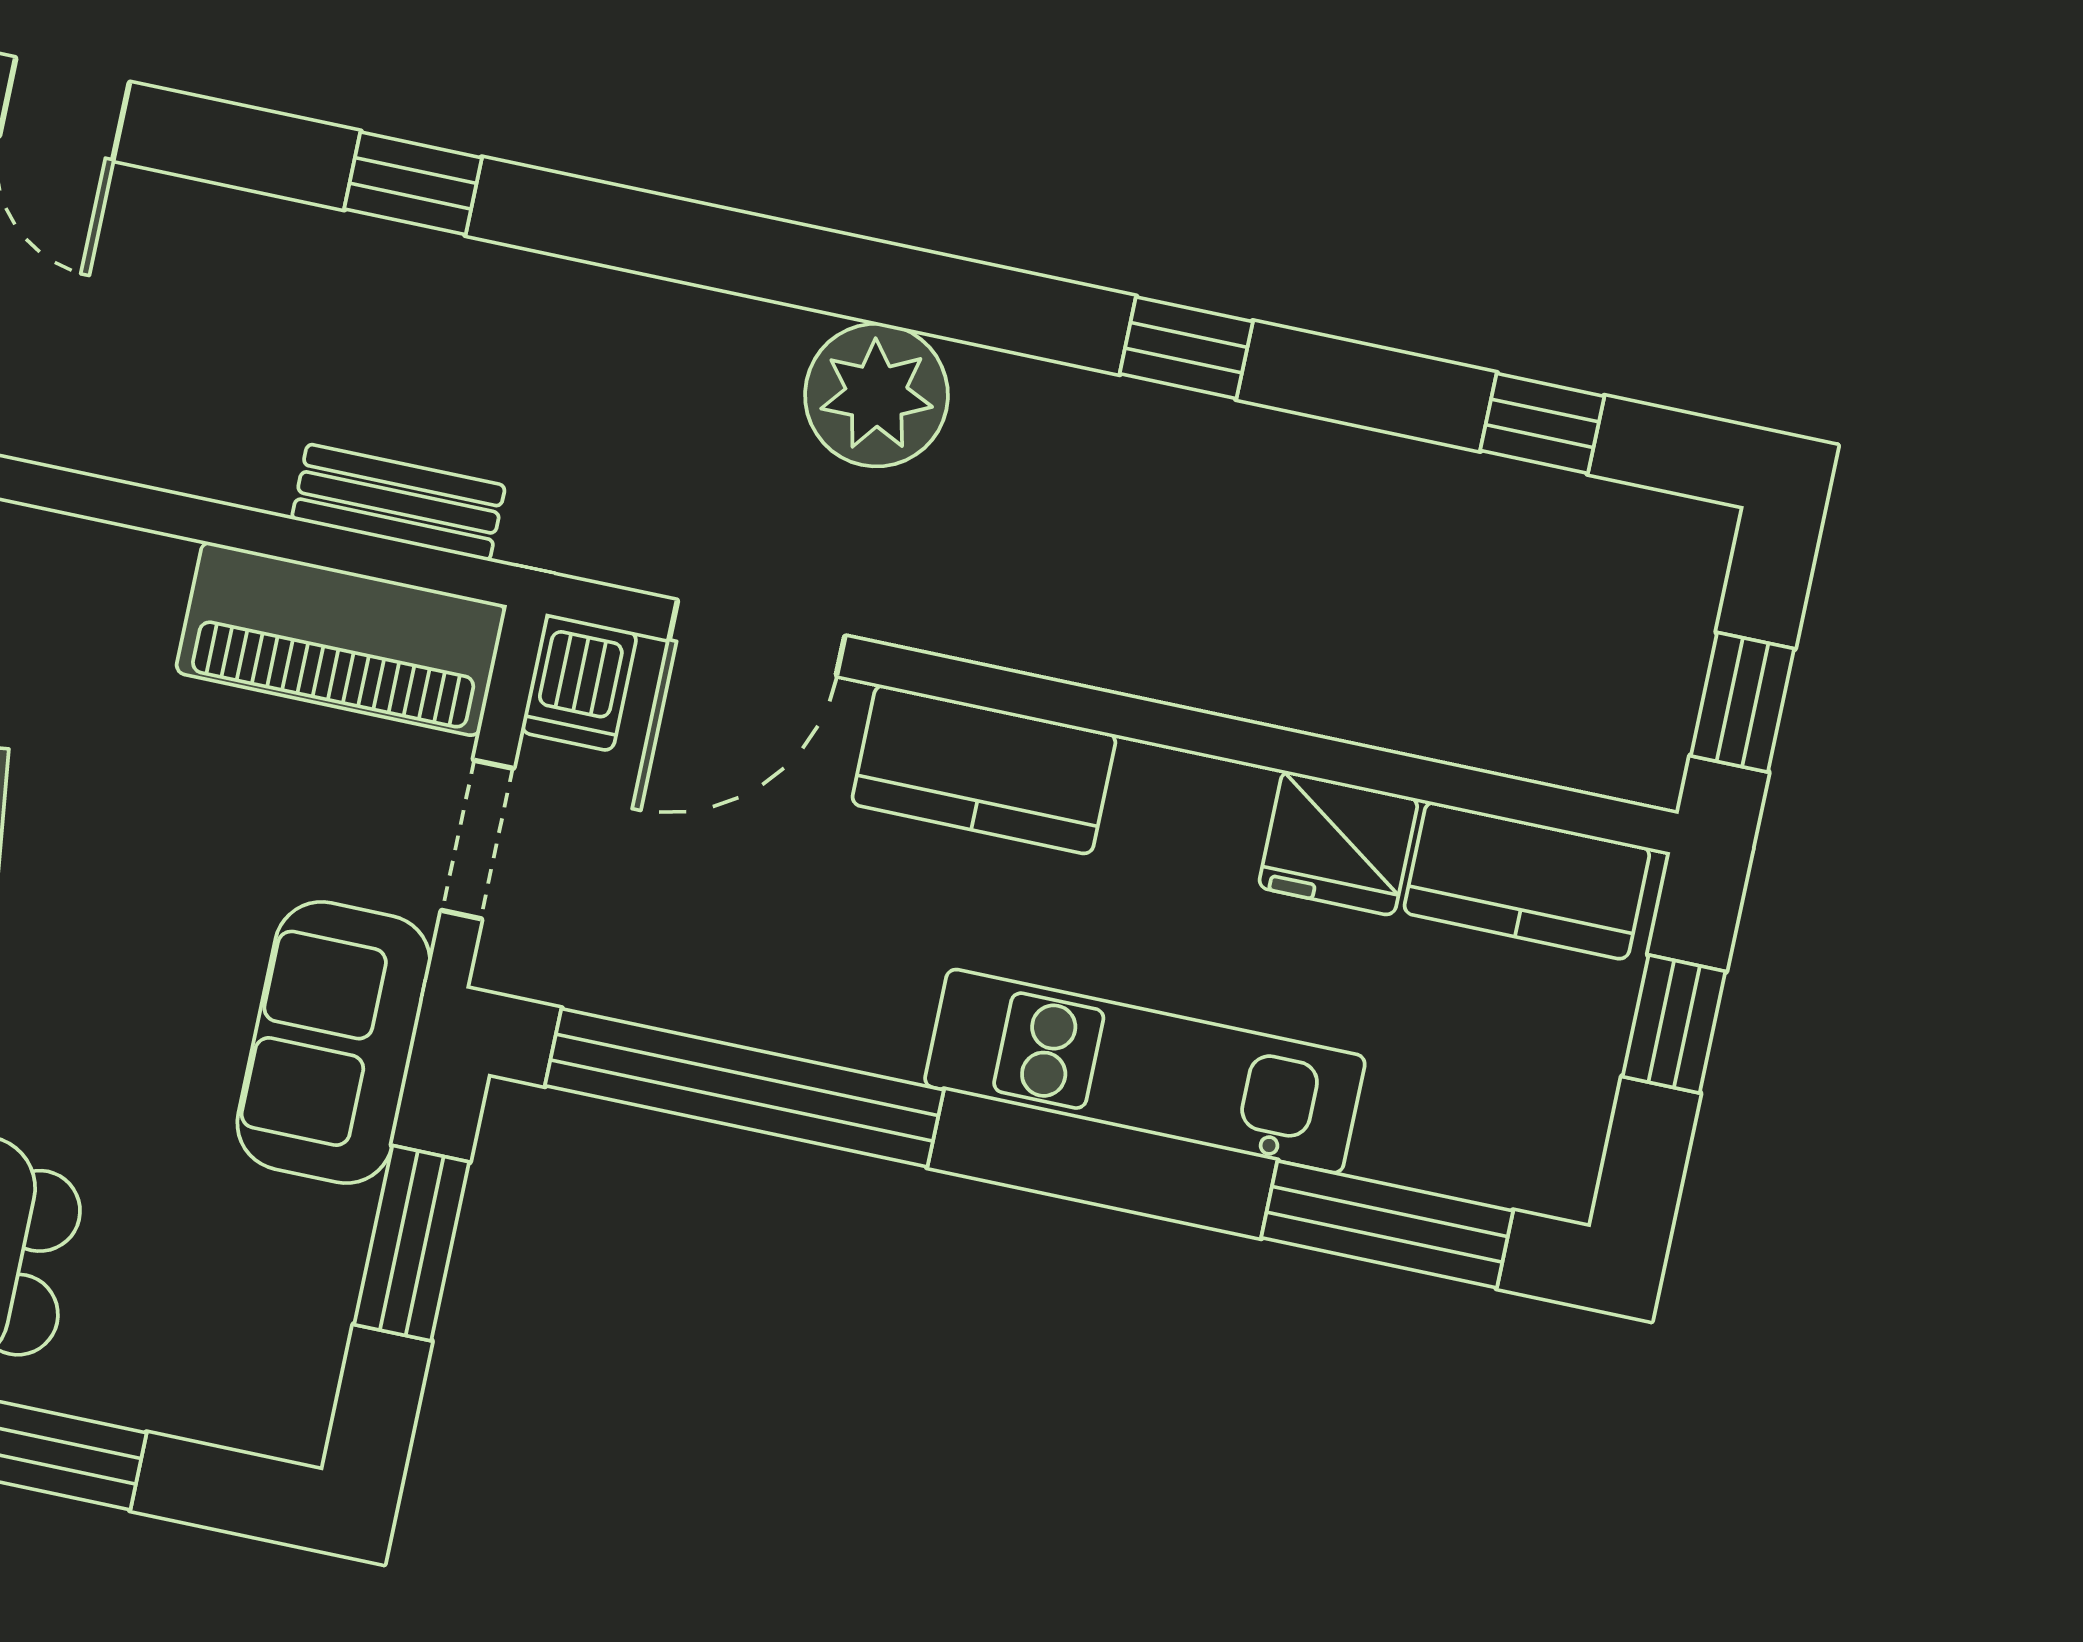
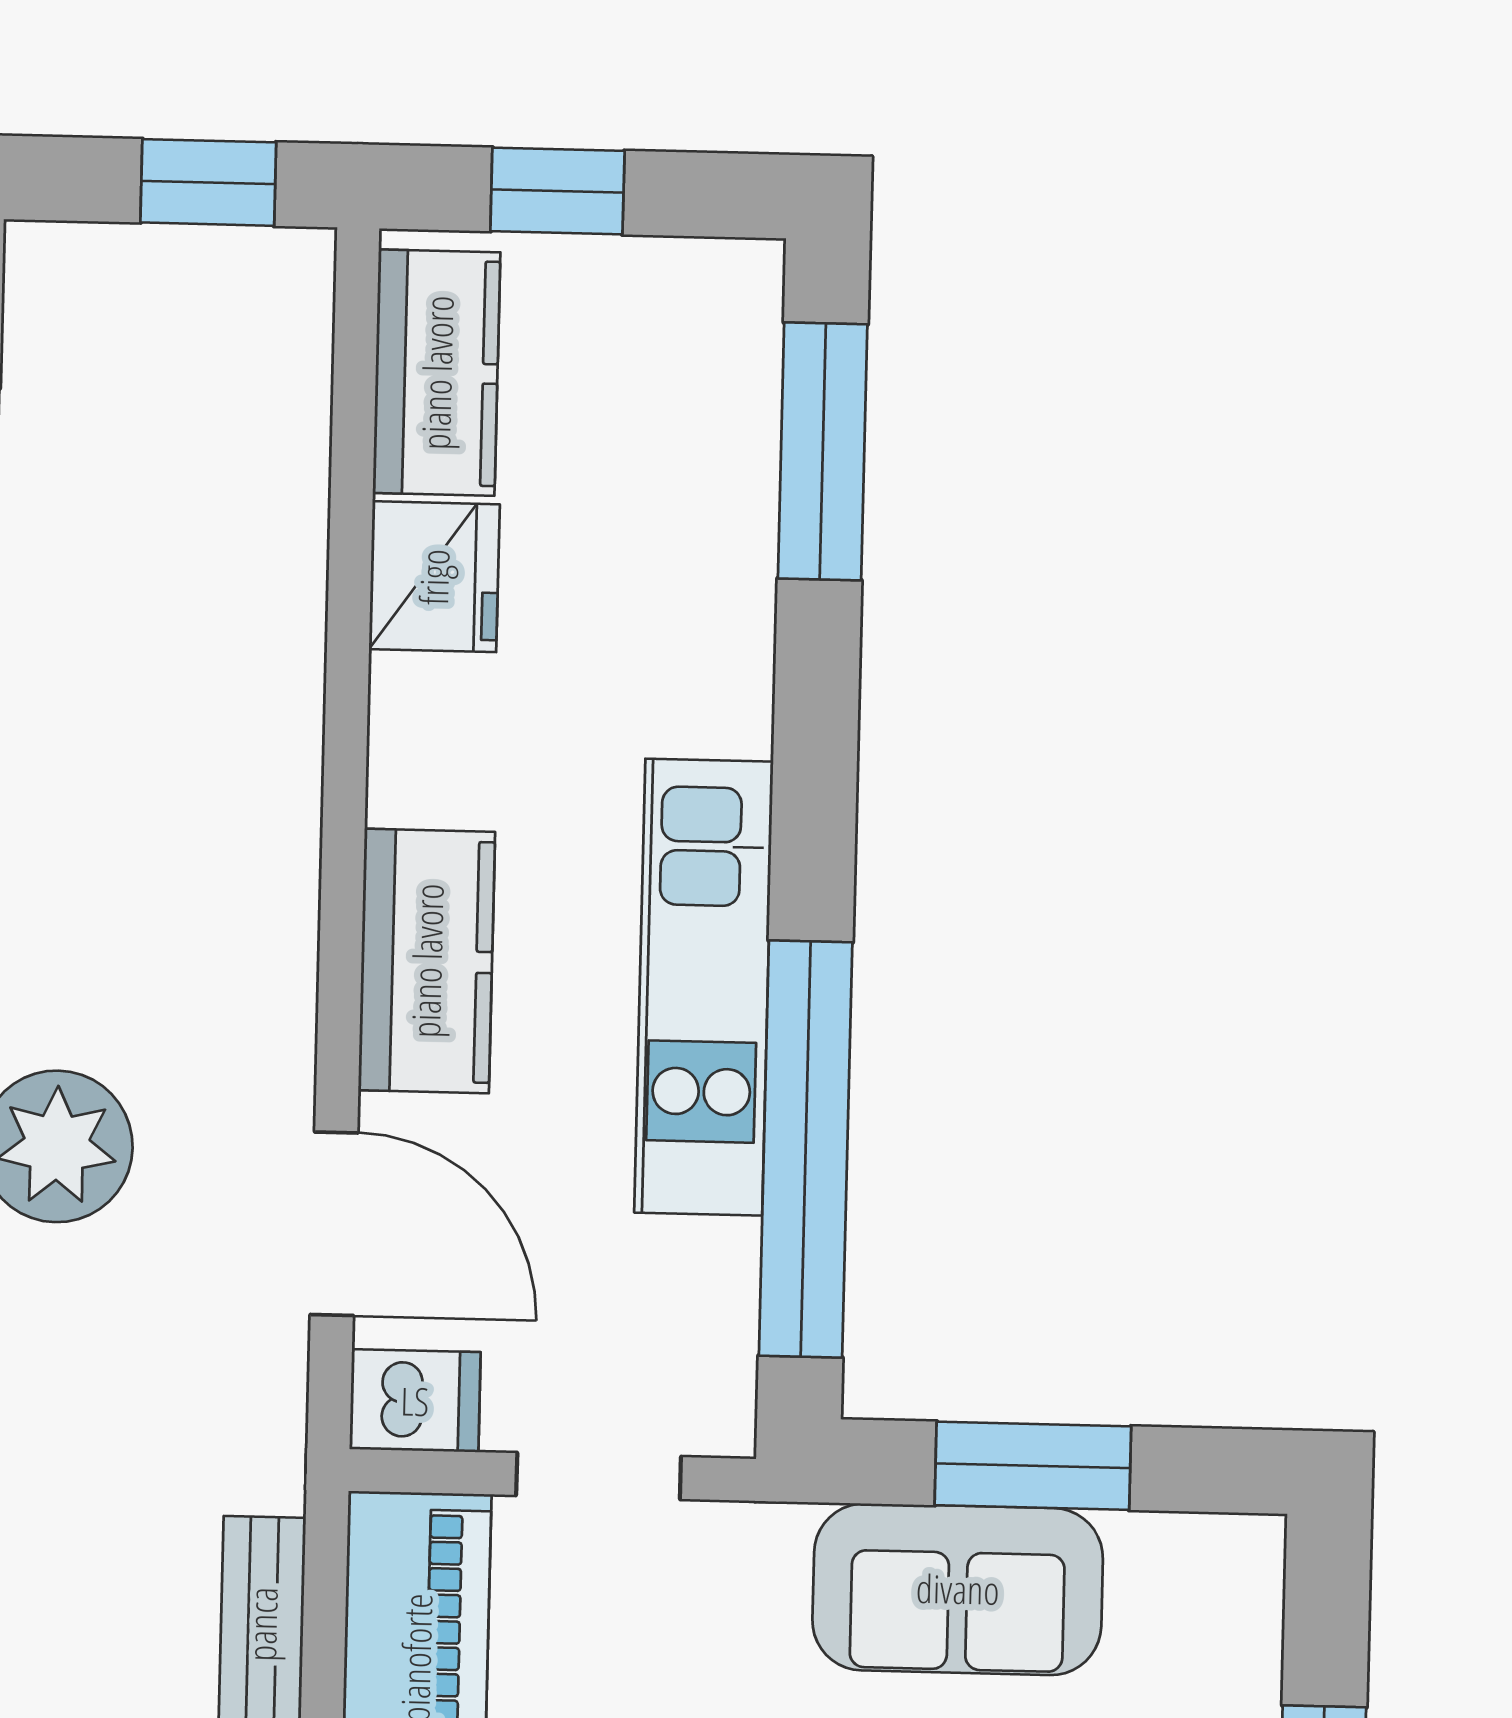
sofa: (334, 1043) -> (958, 1589), moved
kitchen unit: (1145, 1071) -> (704, 987), moved

